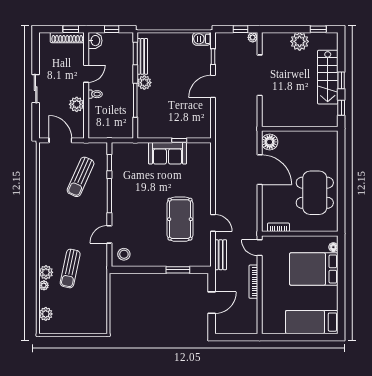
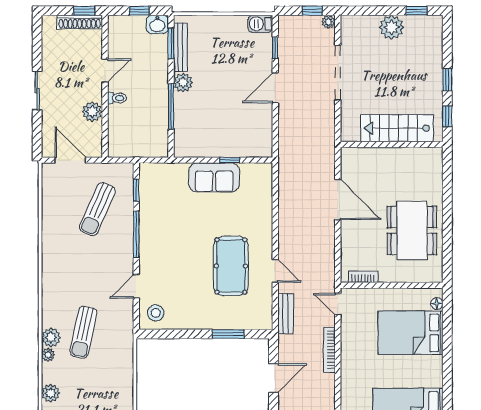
washbasin: (95, 41) -> (157, 24), moved, turned 90
stairs: (328, 77) -> (397, 128), moved, turned 90
floor lamp: (270, 142) -> (351, 162), removed

